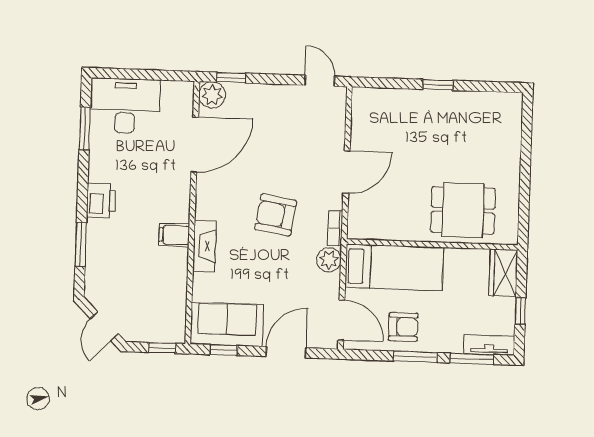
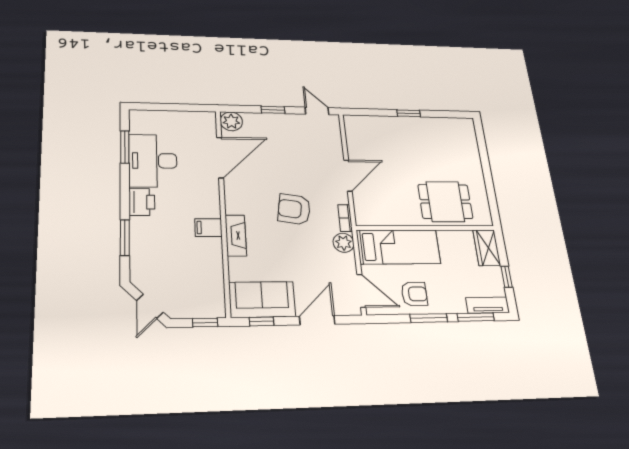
window: (231, 78) -> (273, 110), moved
desk: (125, 106) -> (153, 161), moved, turned -90

